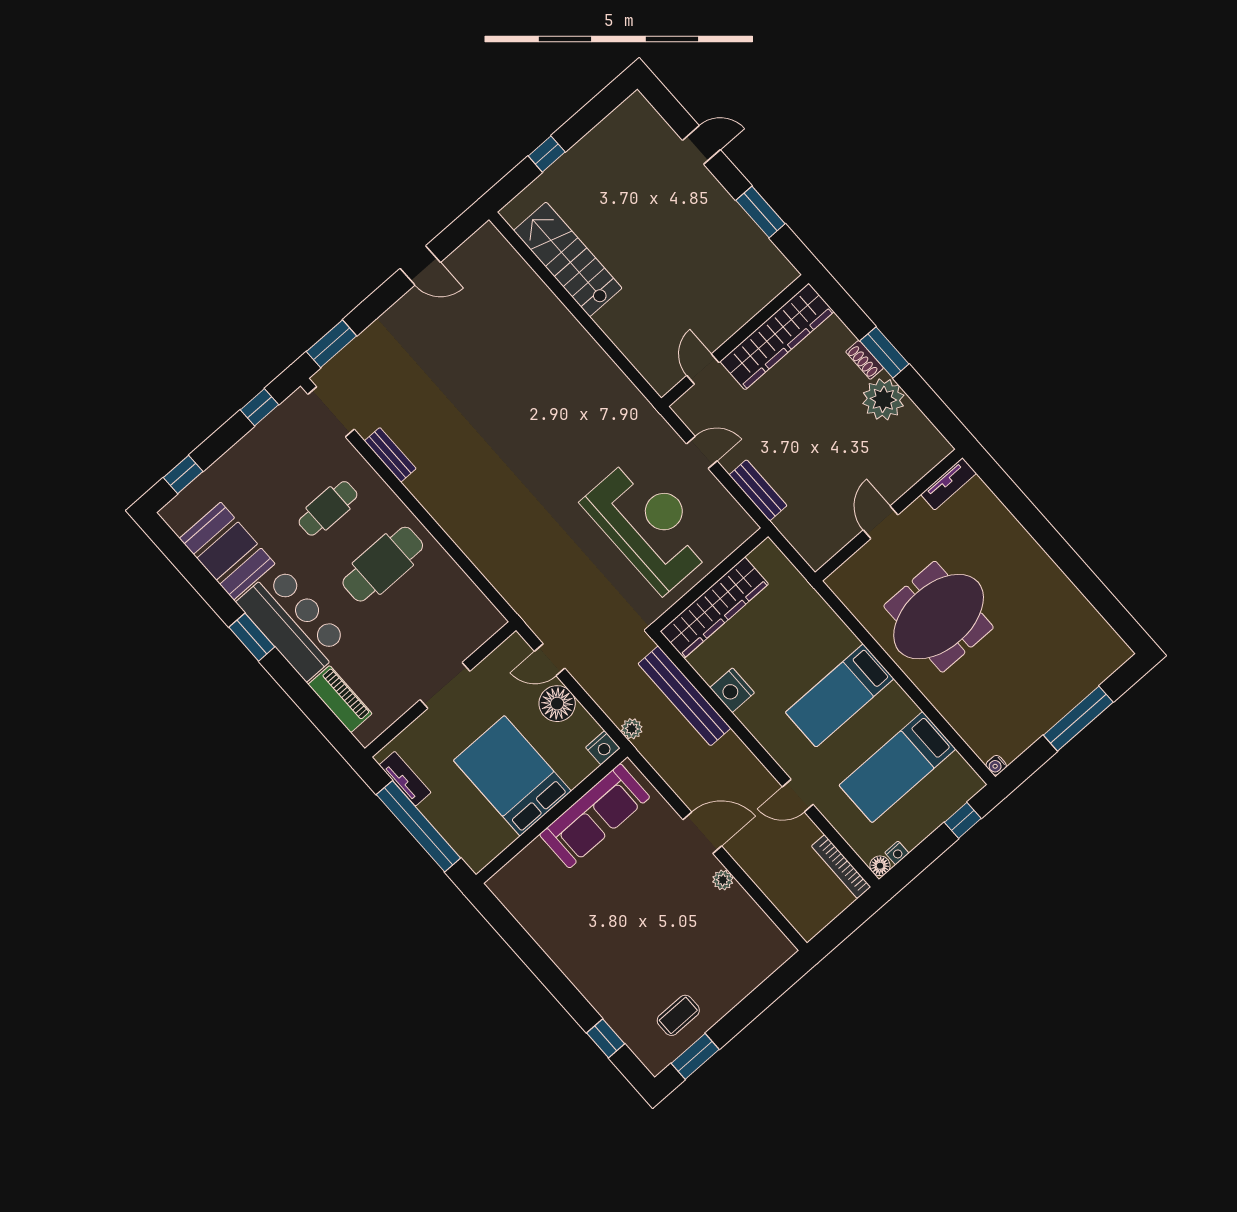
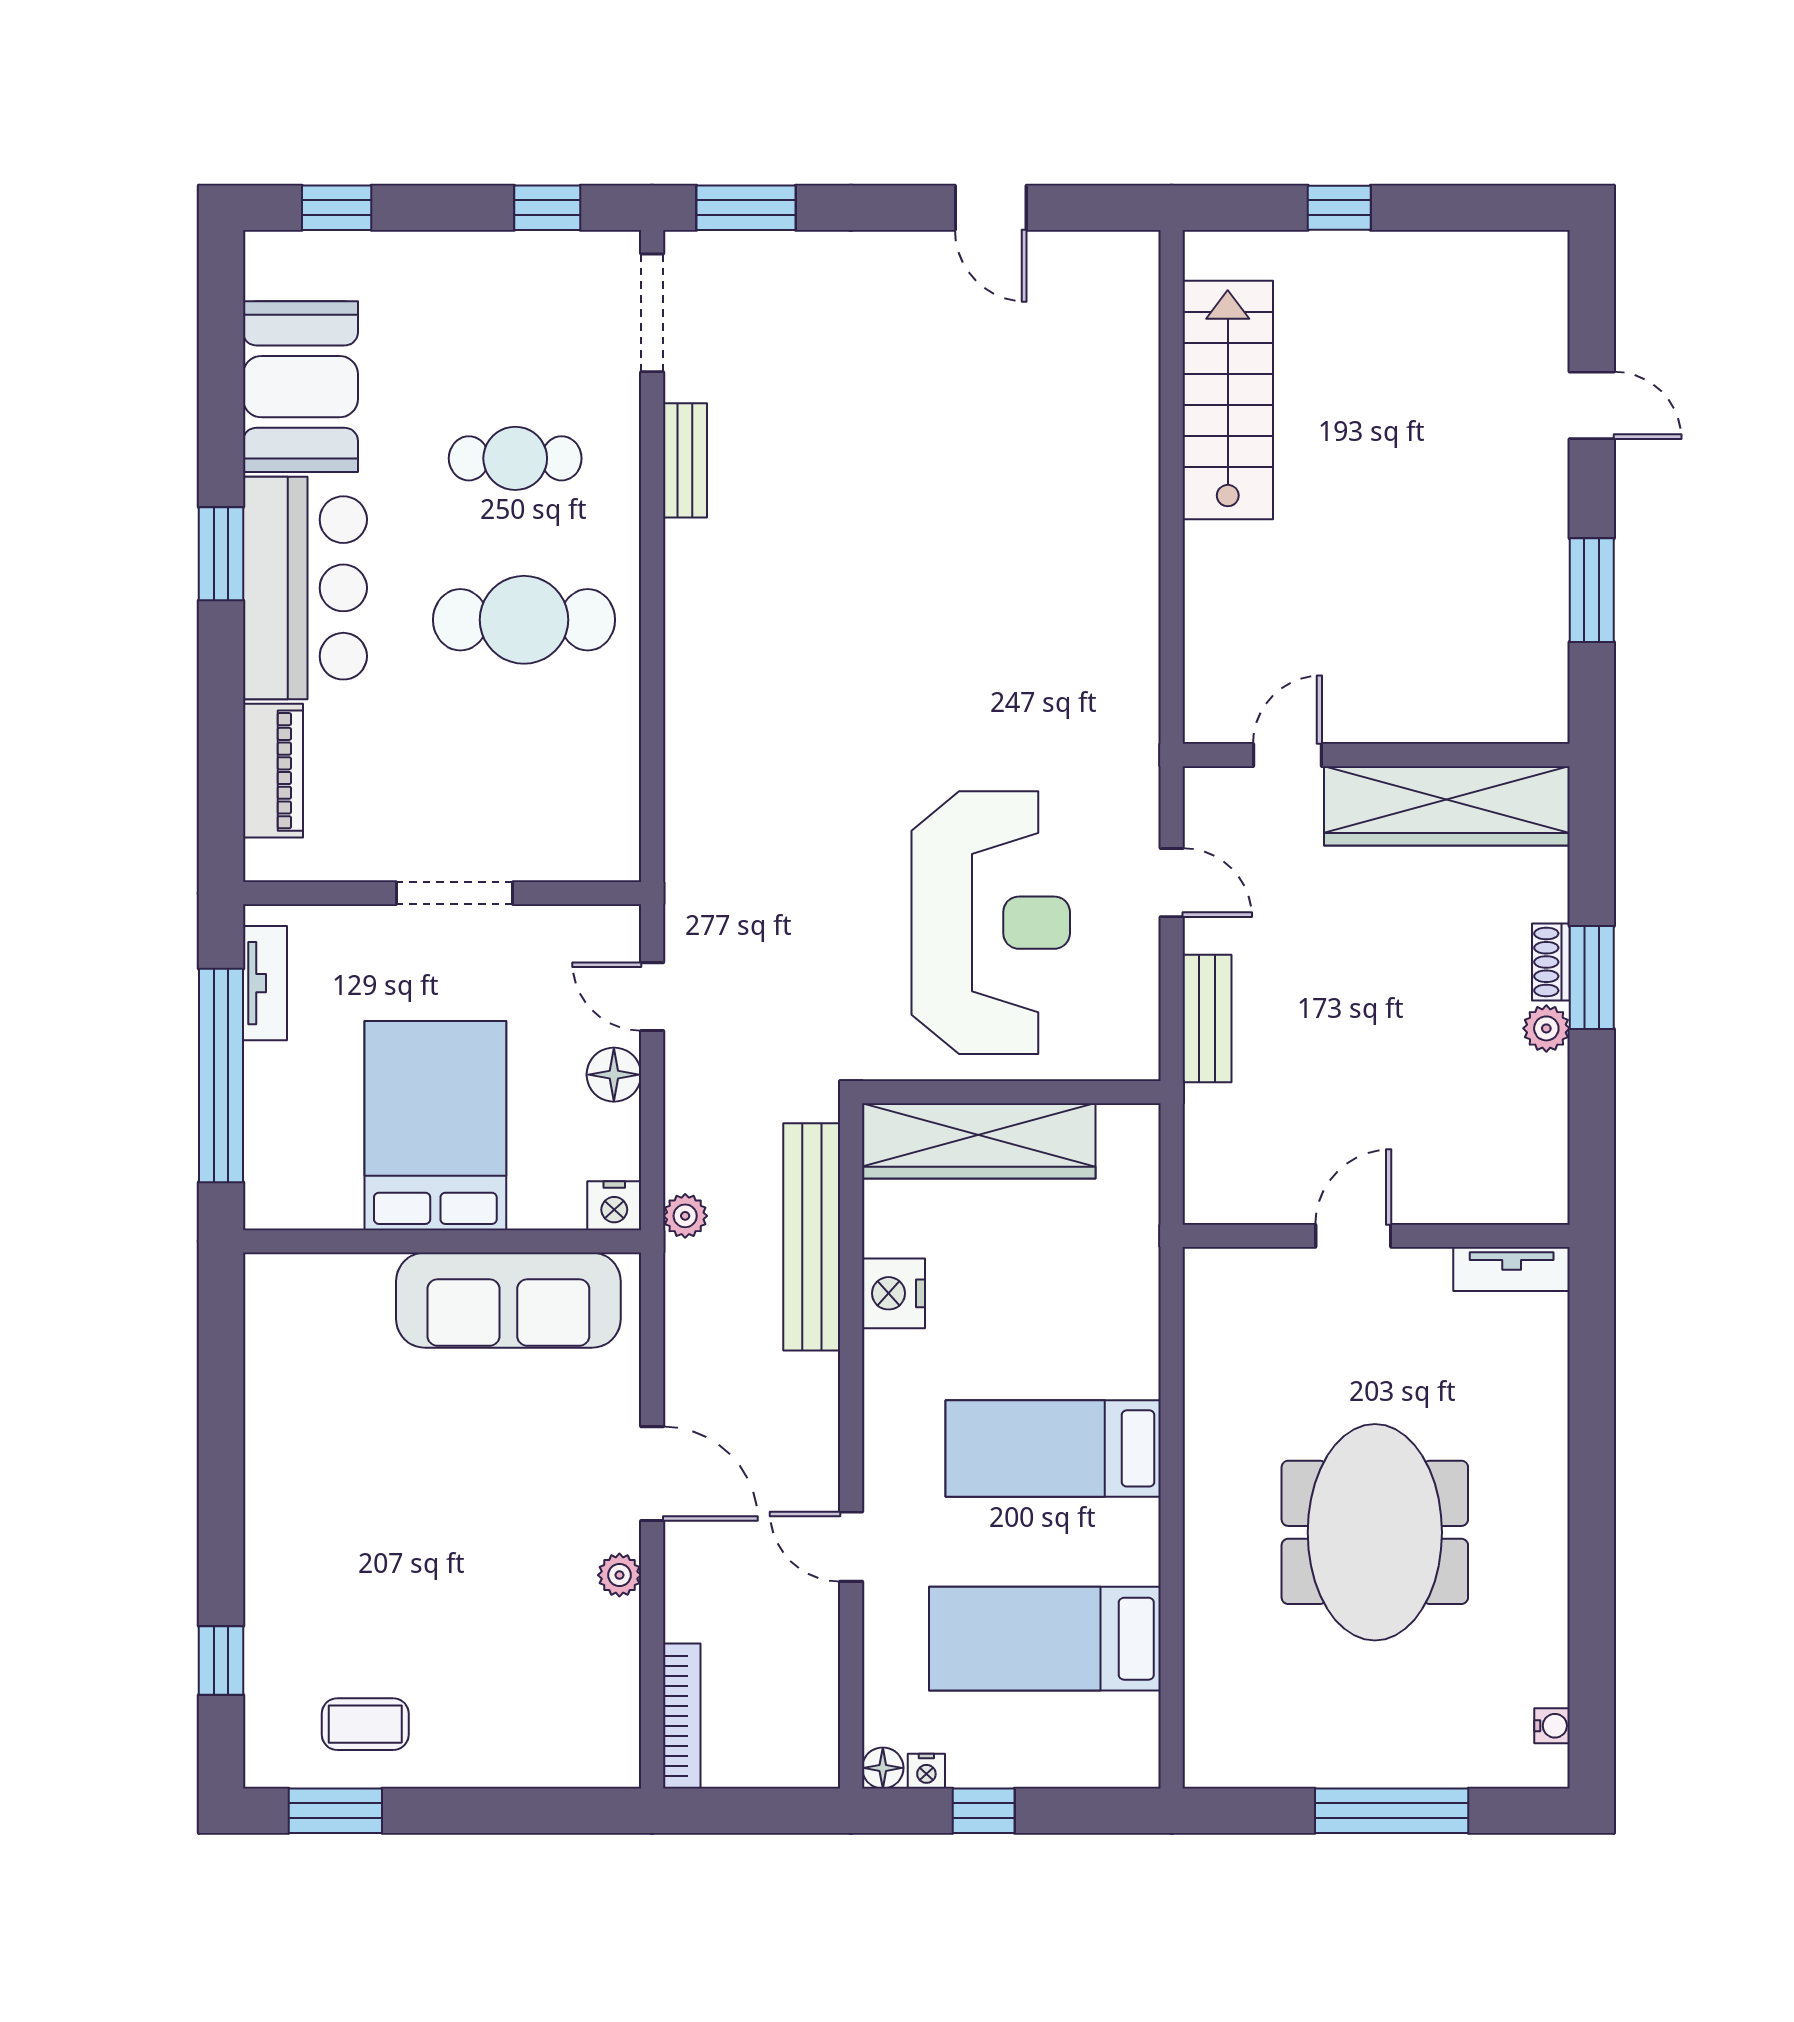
plant: (883, 399) -> (1546, 1028), width x0.53, depth x0.53
meeting table: (939, 617) -> (1375, 1532), moved, turned 90
floor lamp: (557, 704) -> (614, 1075), width x0.73, depth x0.73
water cooler: (996, 765) -> (1552, 1726), moved, turned 180
window: (963, 820) -> (984, 1811), moved
bookcase: (841, 867) -> (682, 1716), moved, turned 180

